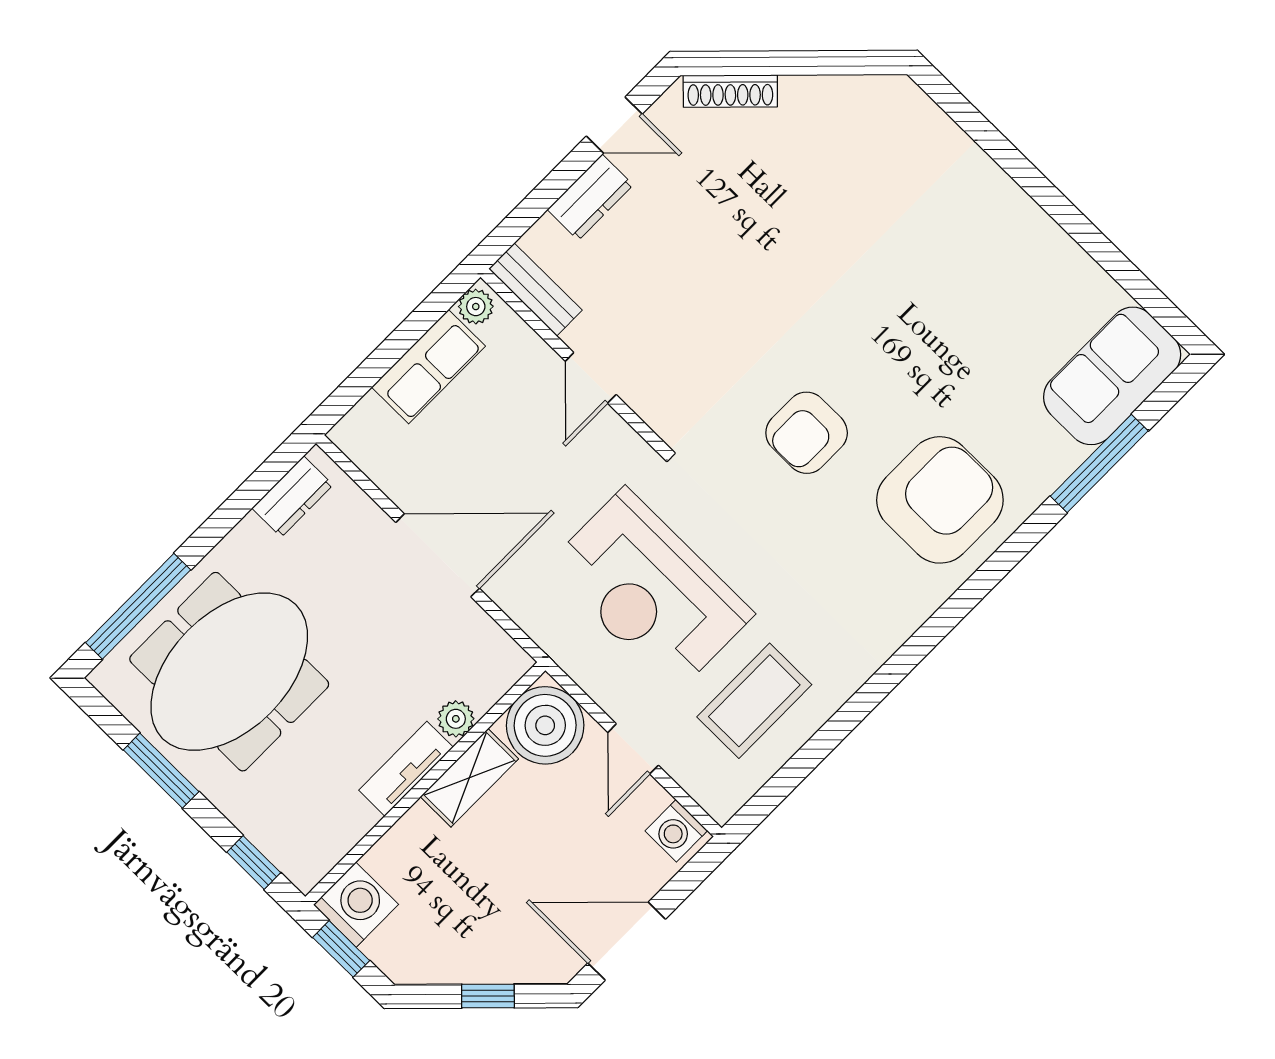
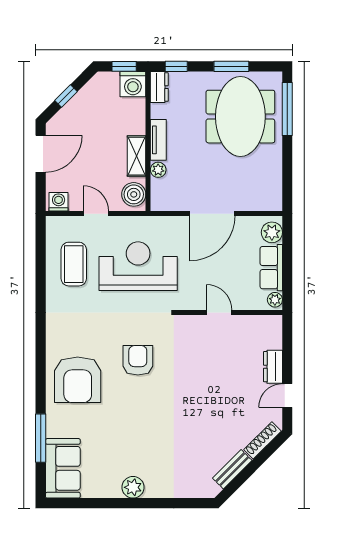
plant: (1026, 227) -> (133, 487), added
bench: (535, 290) -> (232, 469), moved, turned -45
plant: (369, 425) -> (272, 232), added
dresser: (292, 497) -> (159, 87), moved, turned 180
boiler: (545, 725) -> (134, 194), width x0.73, depth x0.73

